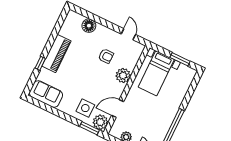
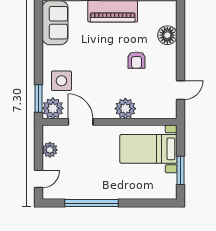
armchair: (106, 56) -> (136, 60), moved

